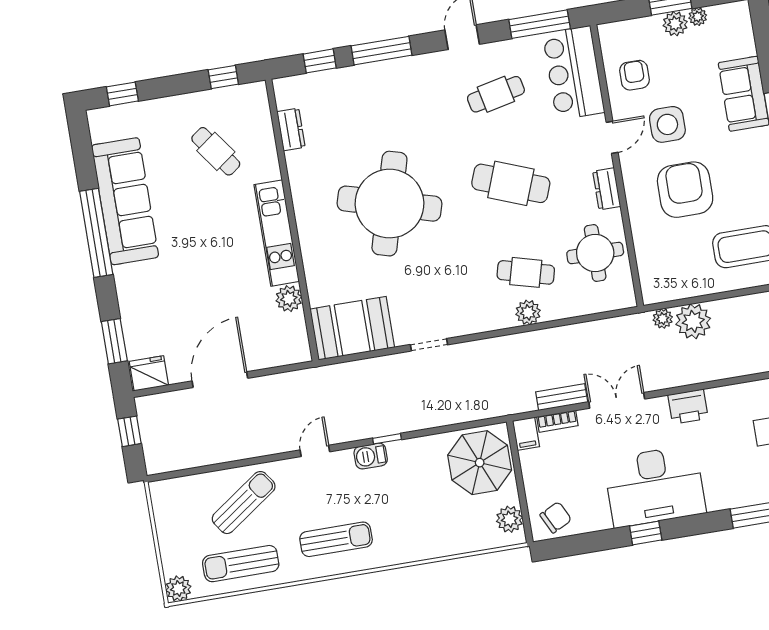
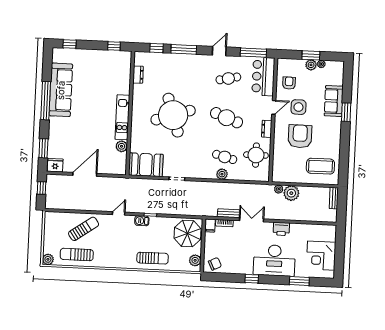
cafe table: (216, 151) -> (104, 77), removed
round table: (389, 204) -> (173, 115), turned -34
desk: (655, 486) -> (274, 260), moved
sun lounger: (336, 539) -> (153, 258), moved

